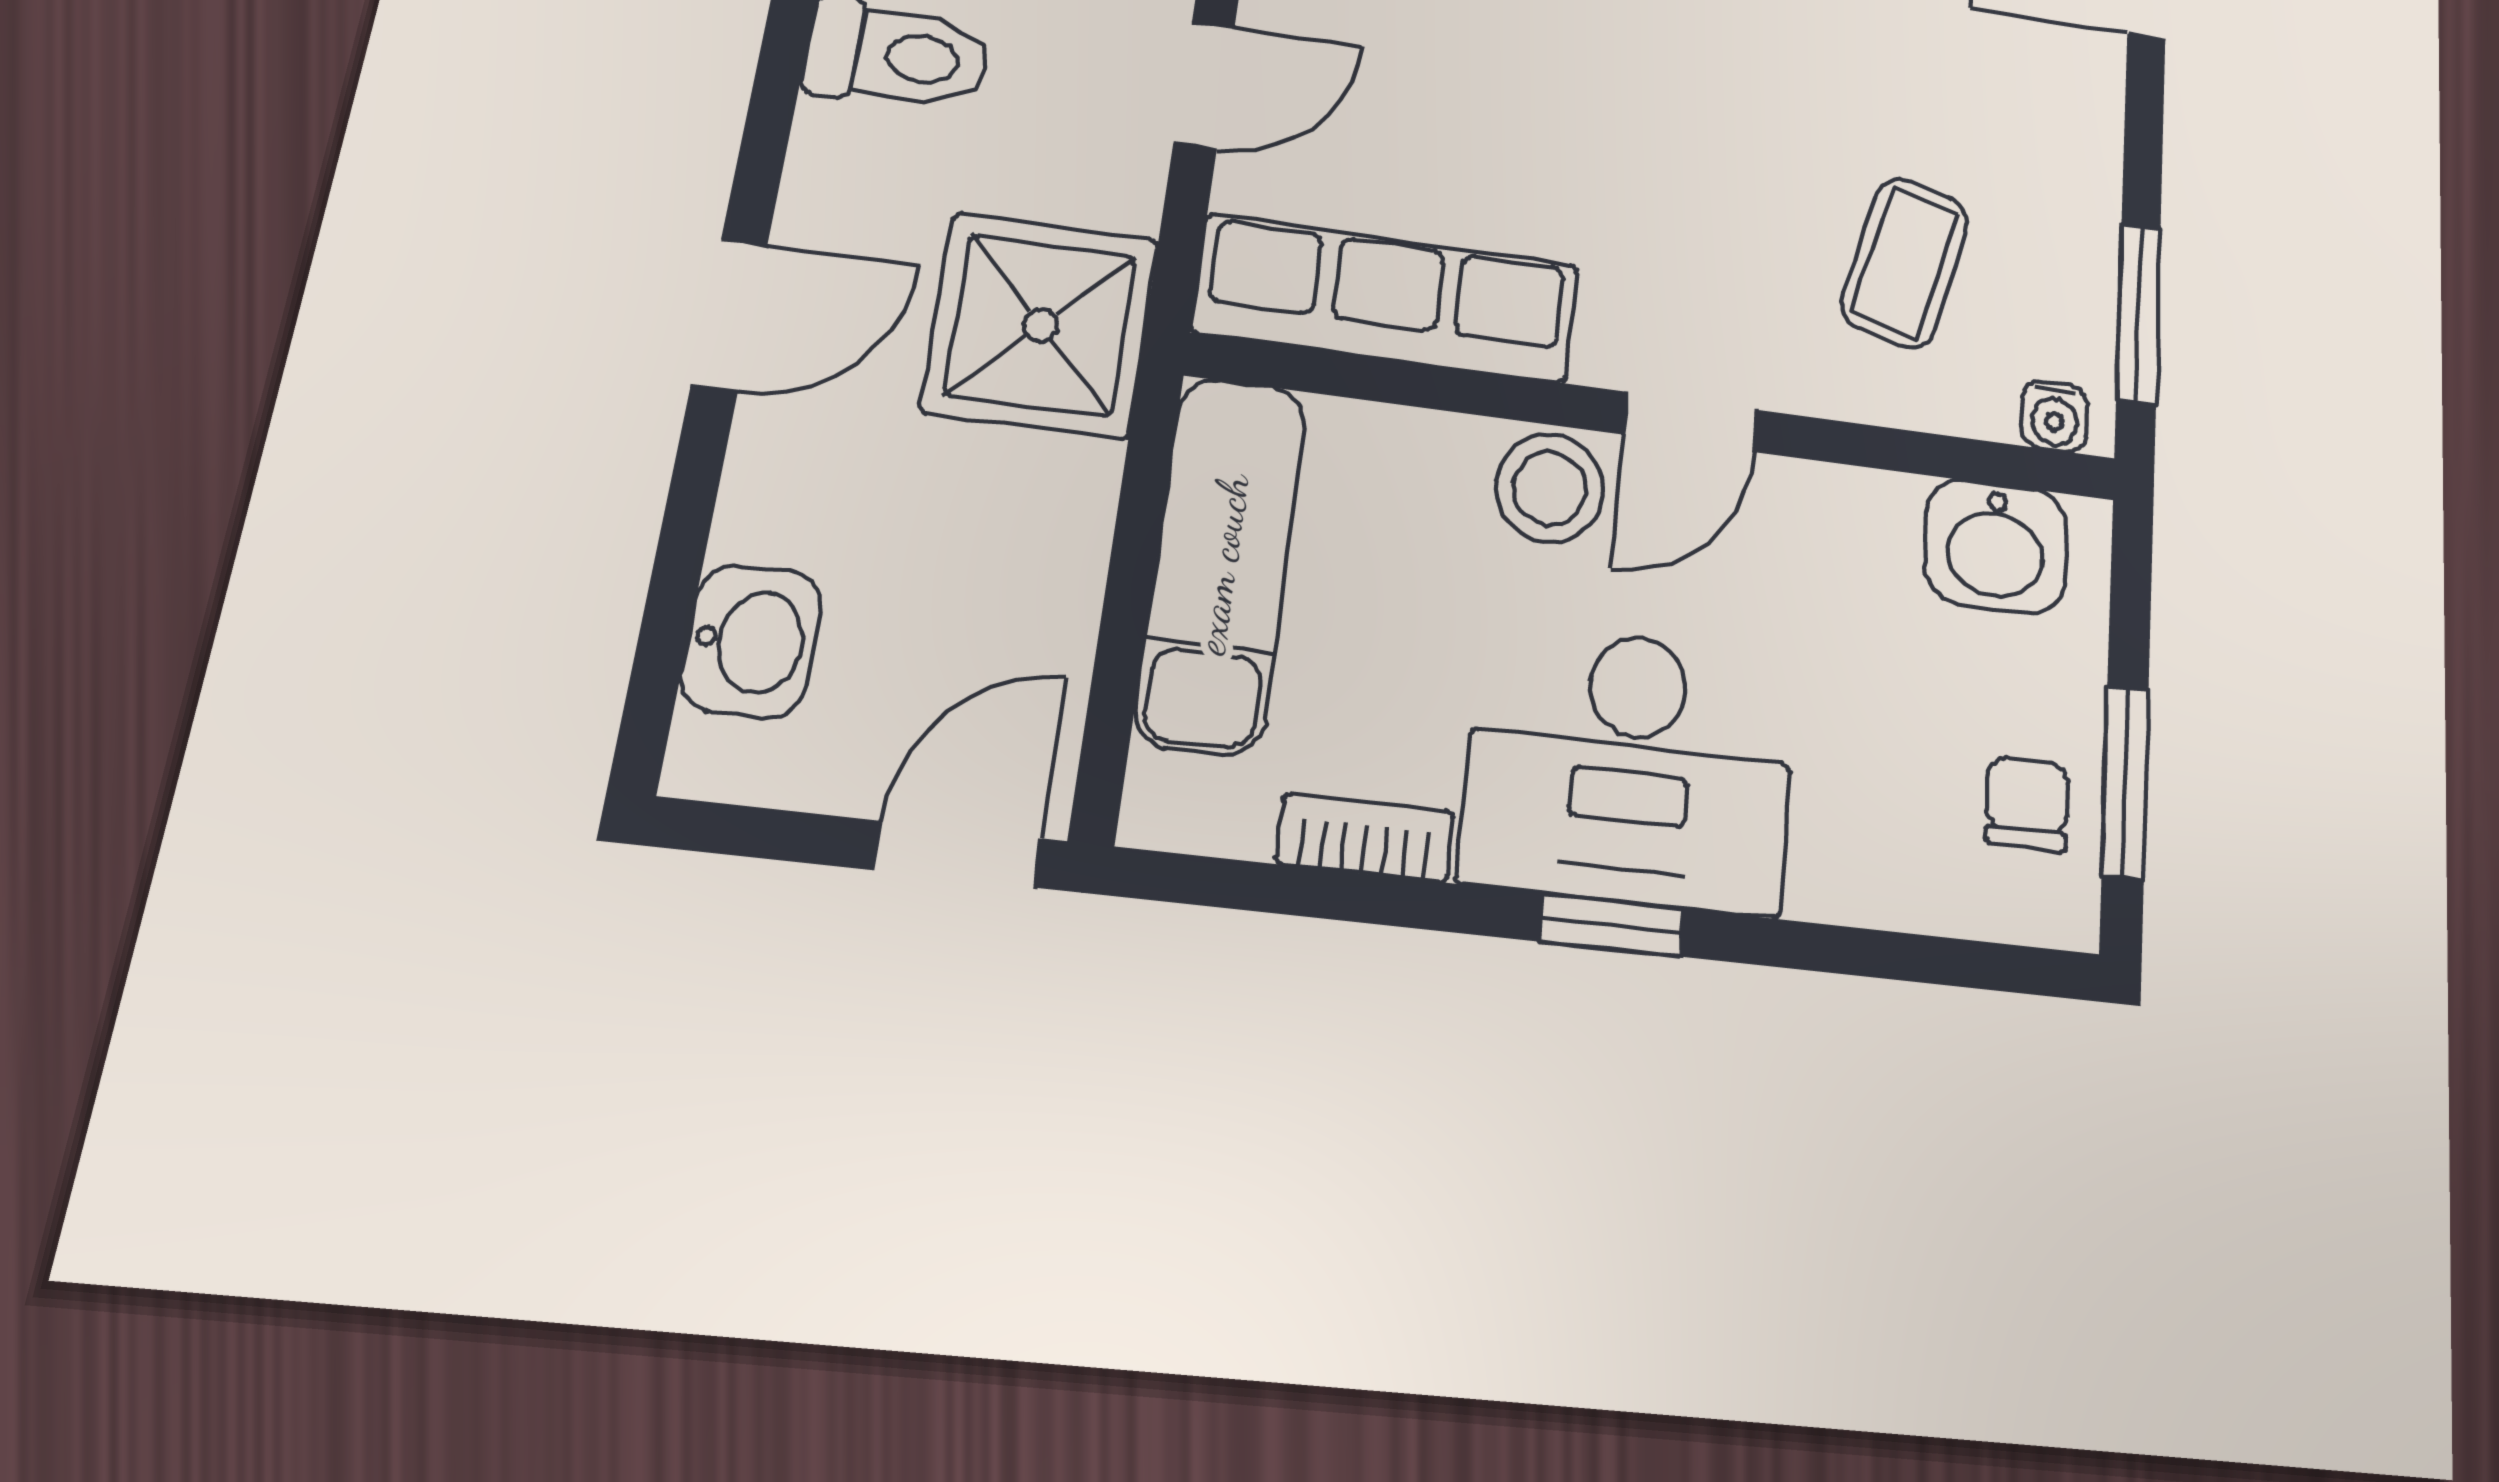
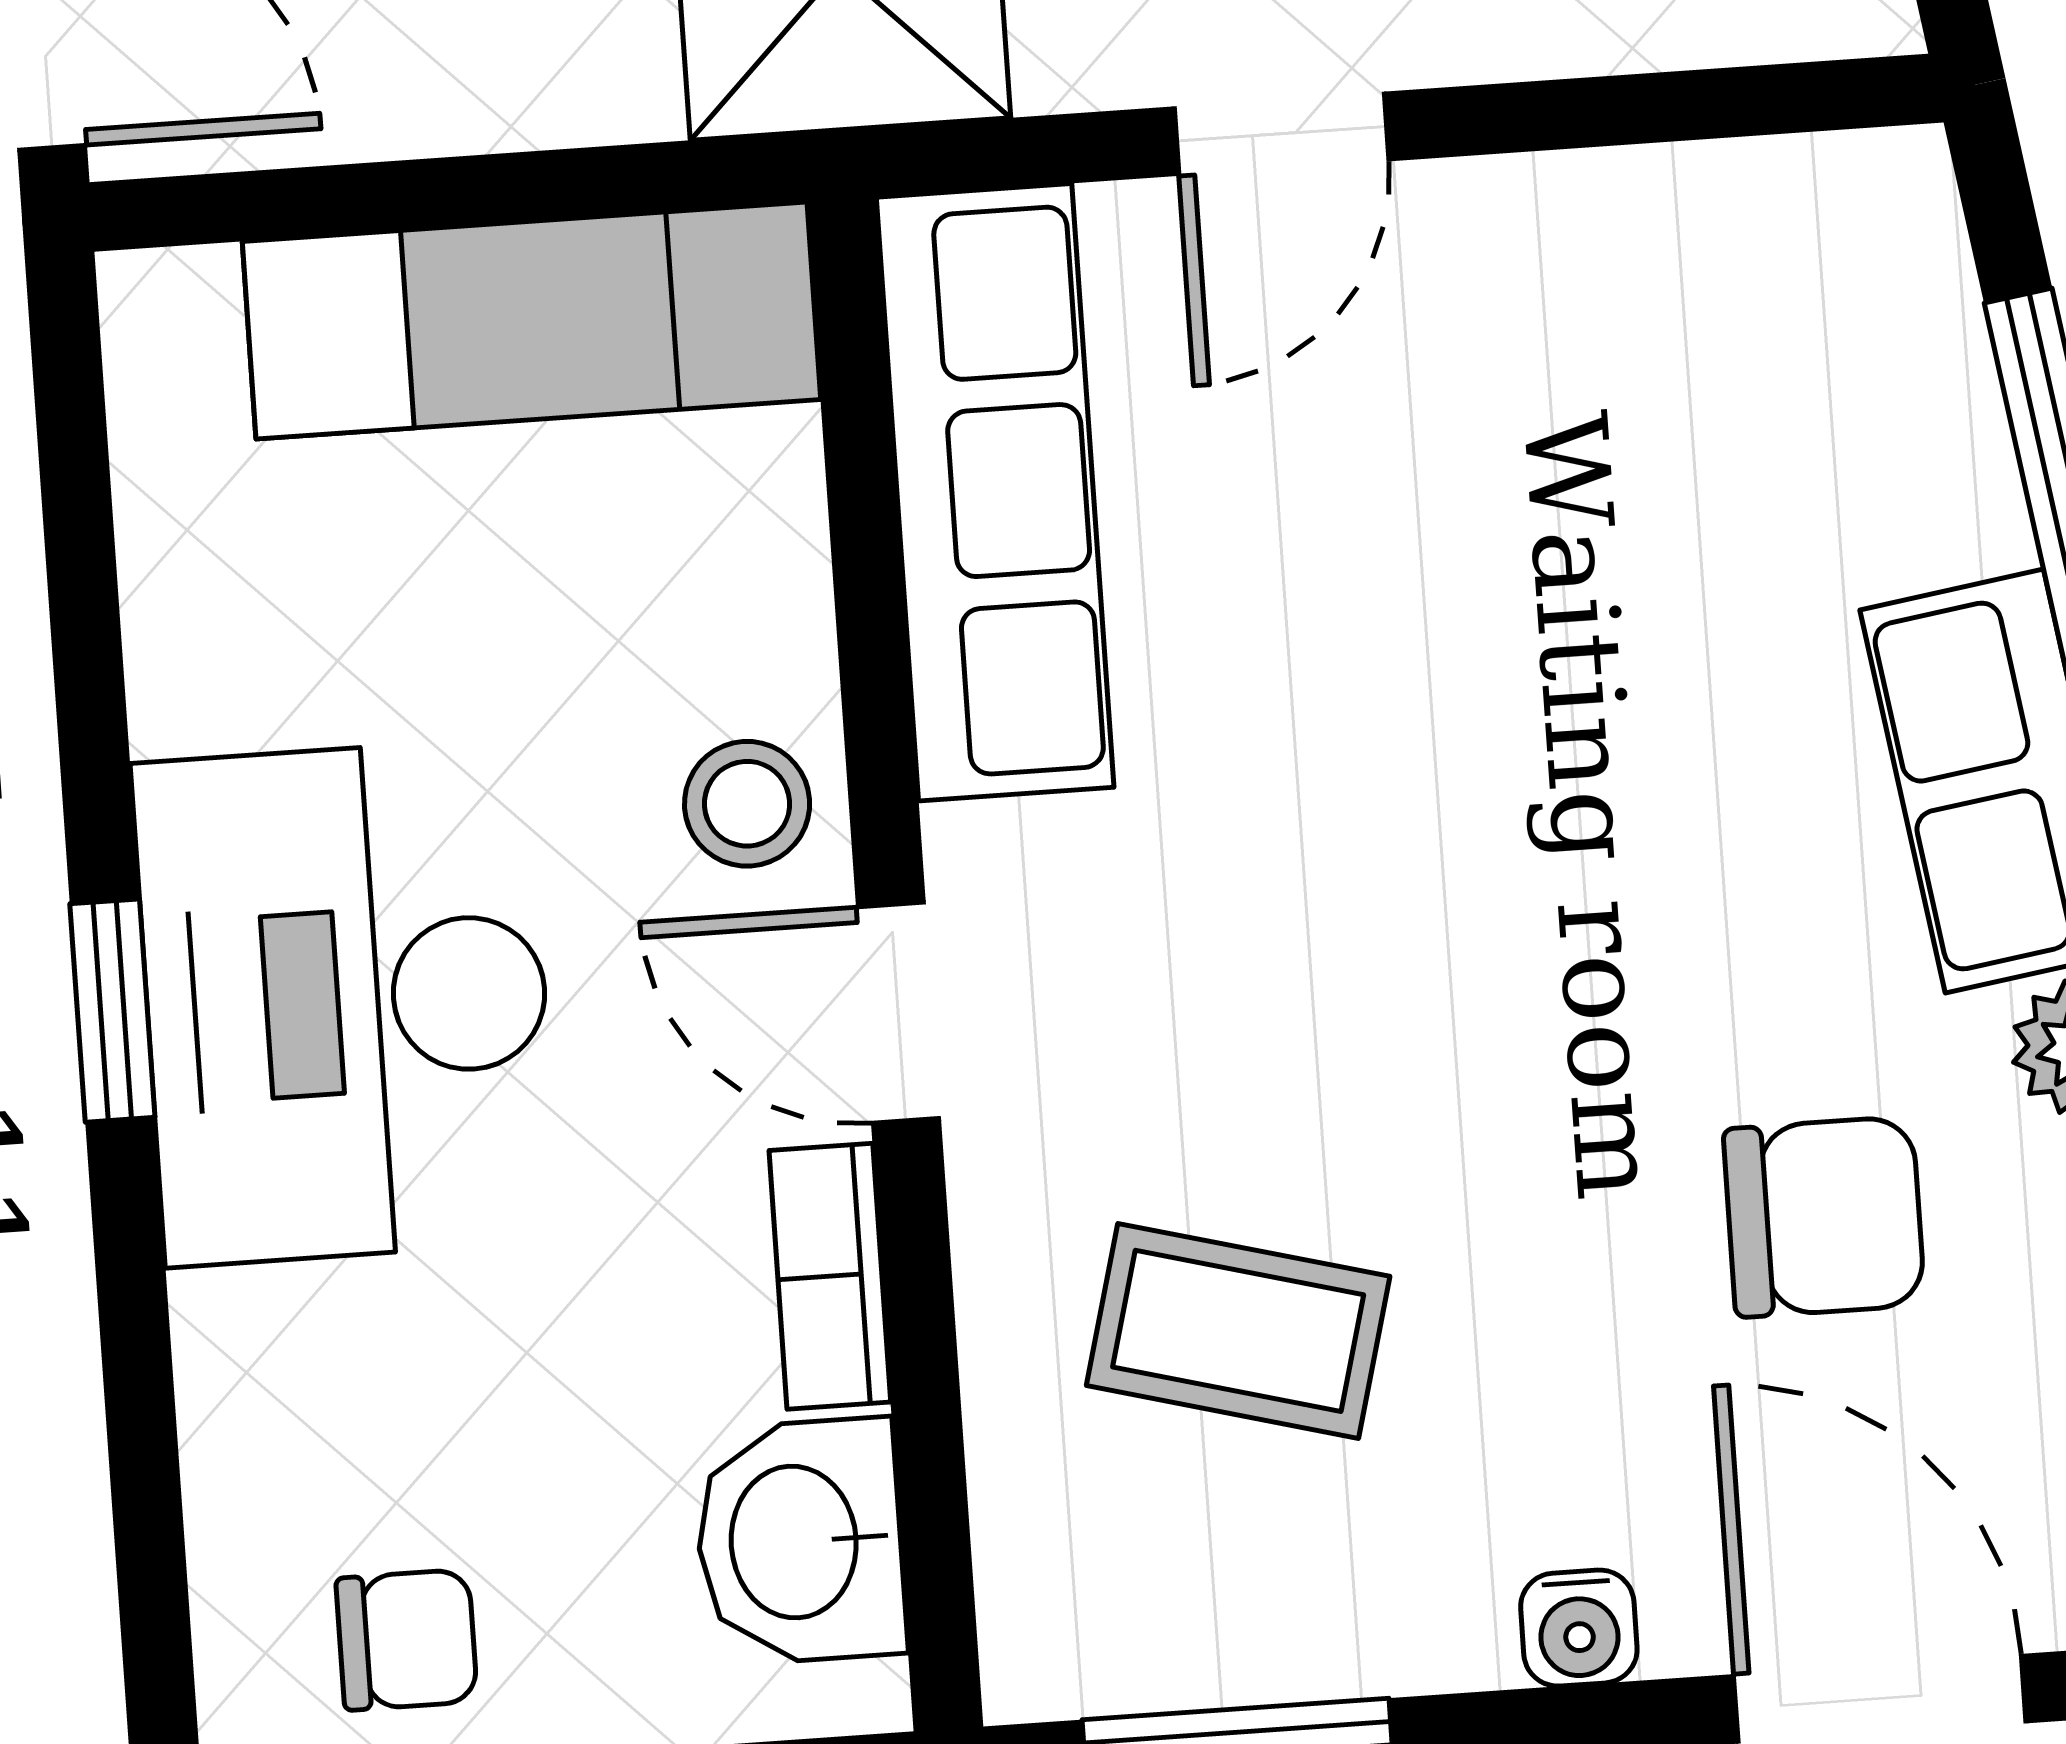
door: (1204, 85) -> (1282, 134), hinge flipped
water cooler: (2054, 416) -> (1579, 1628), moved, turned -90
stool: (1549, 488) -> (747, 804), width x0.73, depth x0.73
bookcase: (1365, 838) -> (830, 1276), moved, turned 180

